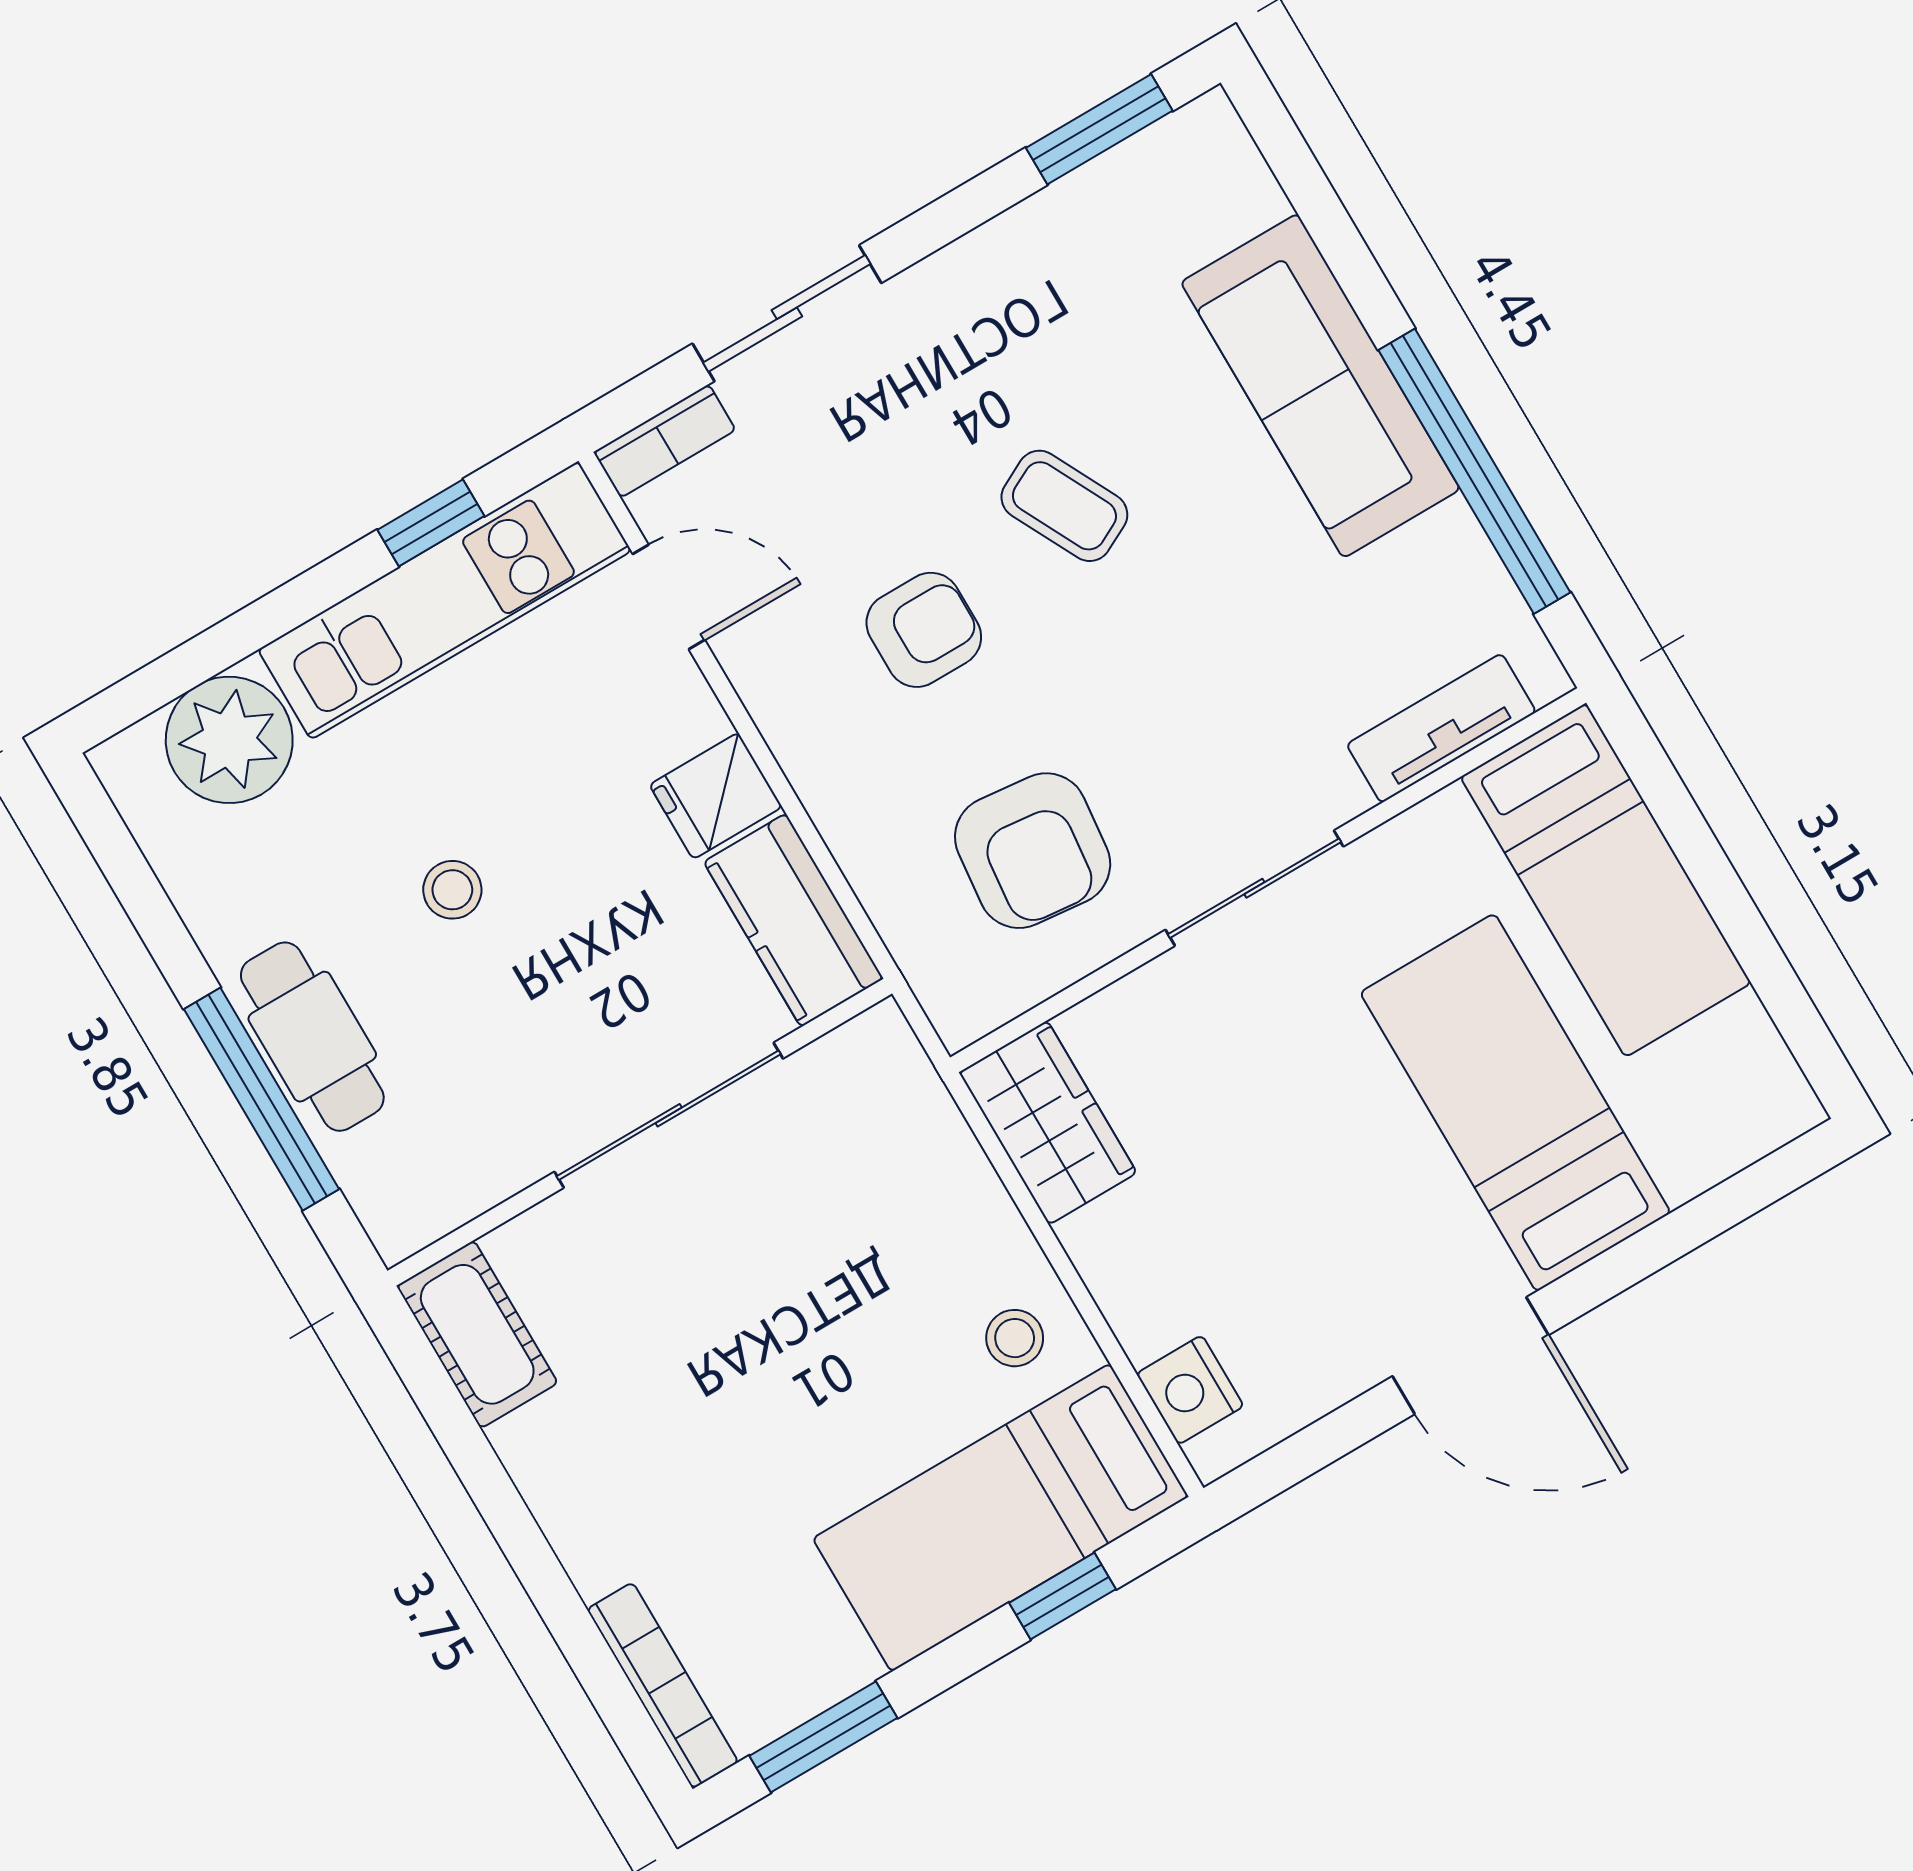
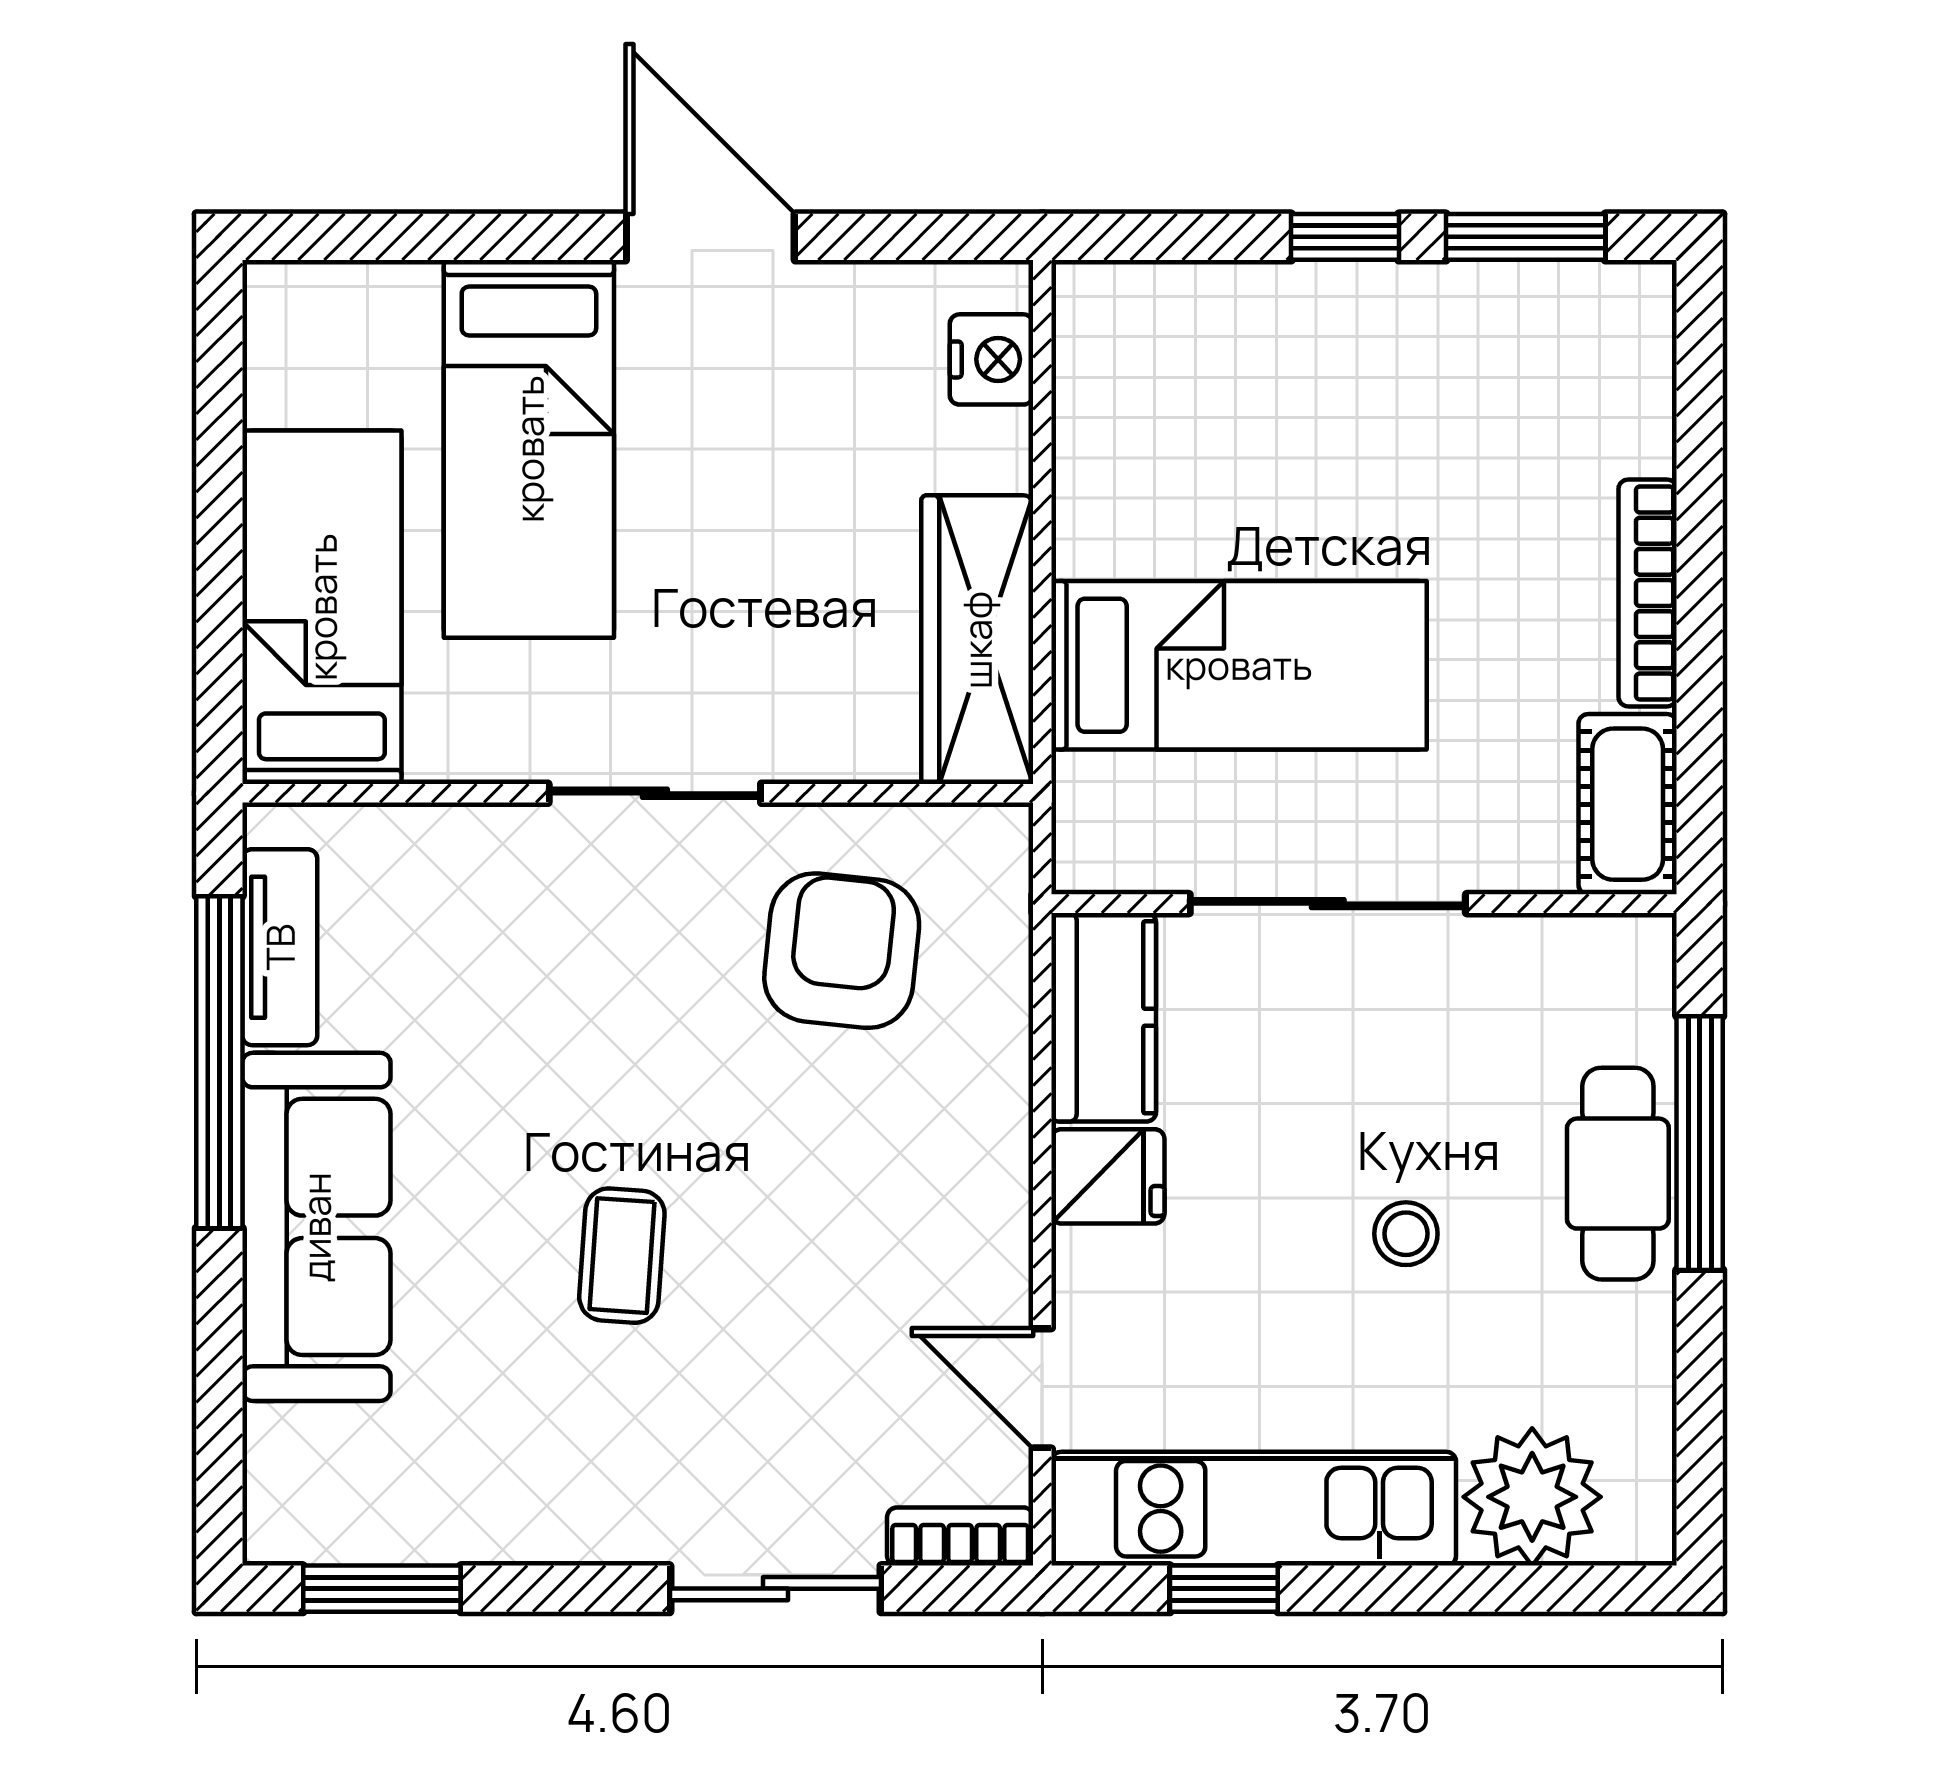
coffee table: (1064, 506) -> (622, 1256), turned 31
armchair: (924, 630) -> (822, 1217), removed
tv unit: (1441, 728) -> (280, 947), moved, turned -90
wardrobe: (1048, 1123) -> (977, 640), width x1.50
stool: (1015, 1338) -> (1127, 505), removed
bed: (1001, 1518) -> (1239, 665), moved
window: (1063, 1596) -> (1345, 237), moved
bookcase: (663, 1685) -> (1648, 593), moved

